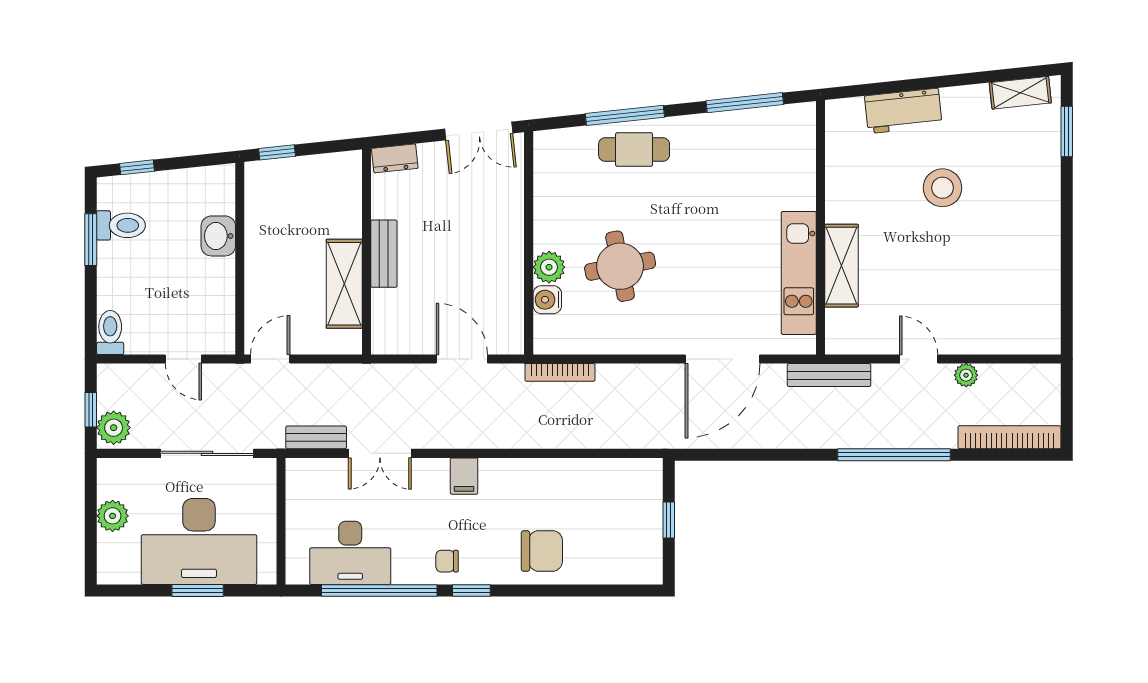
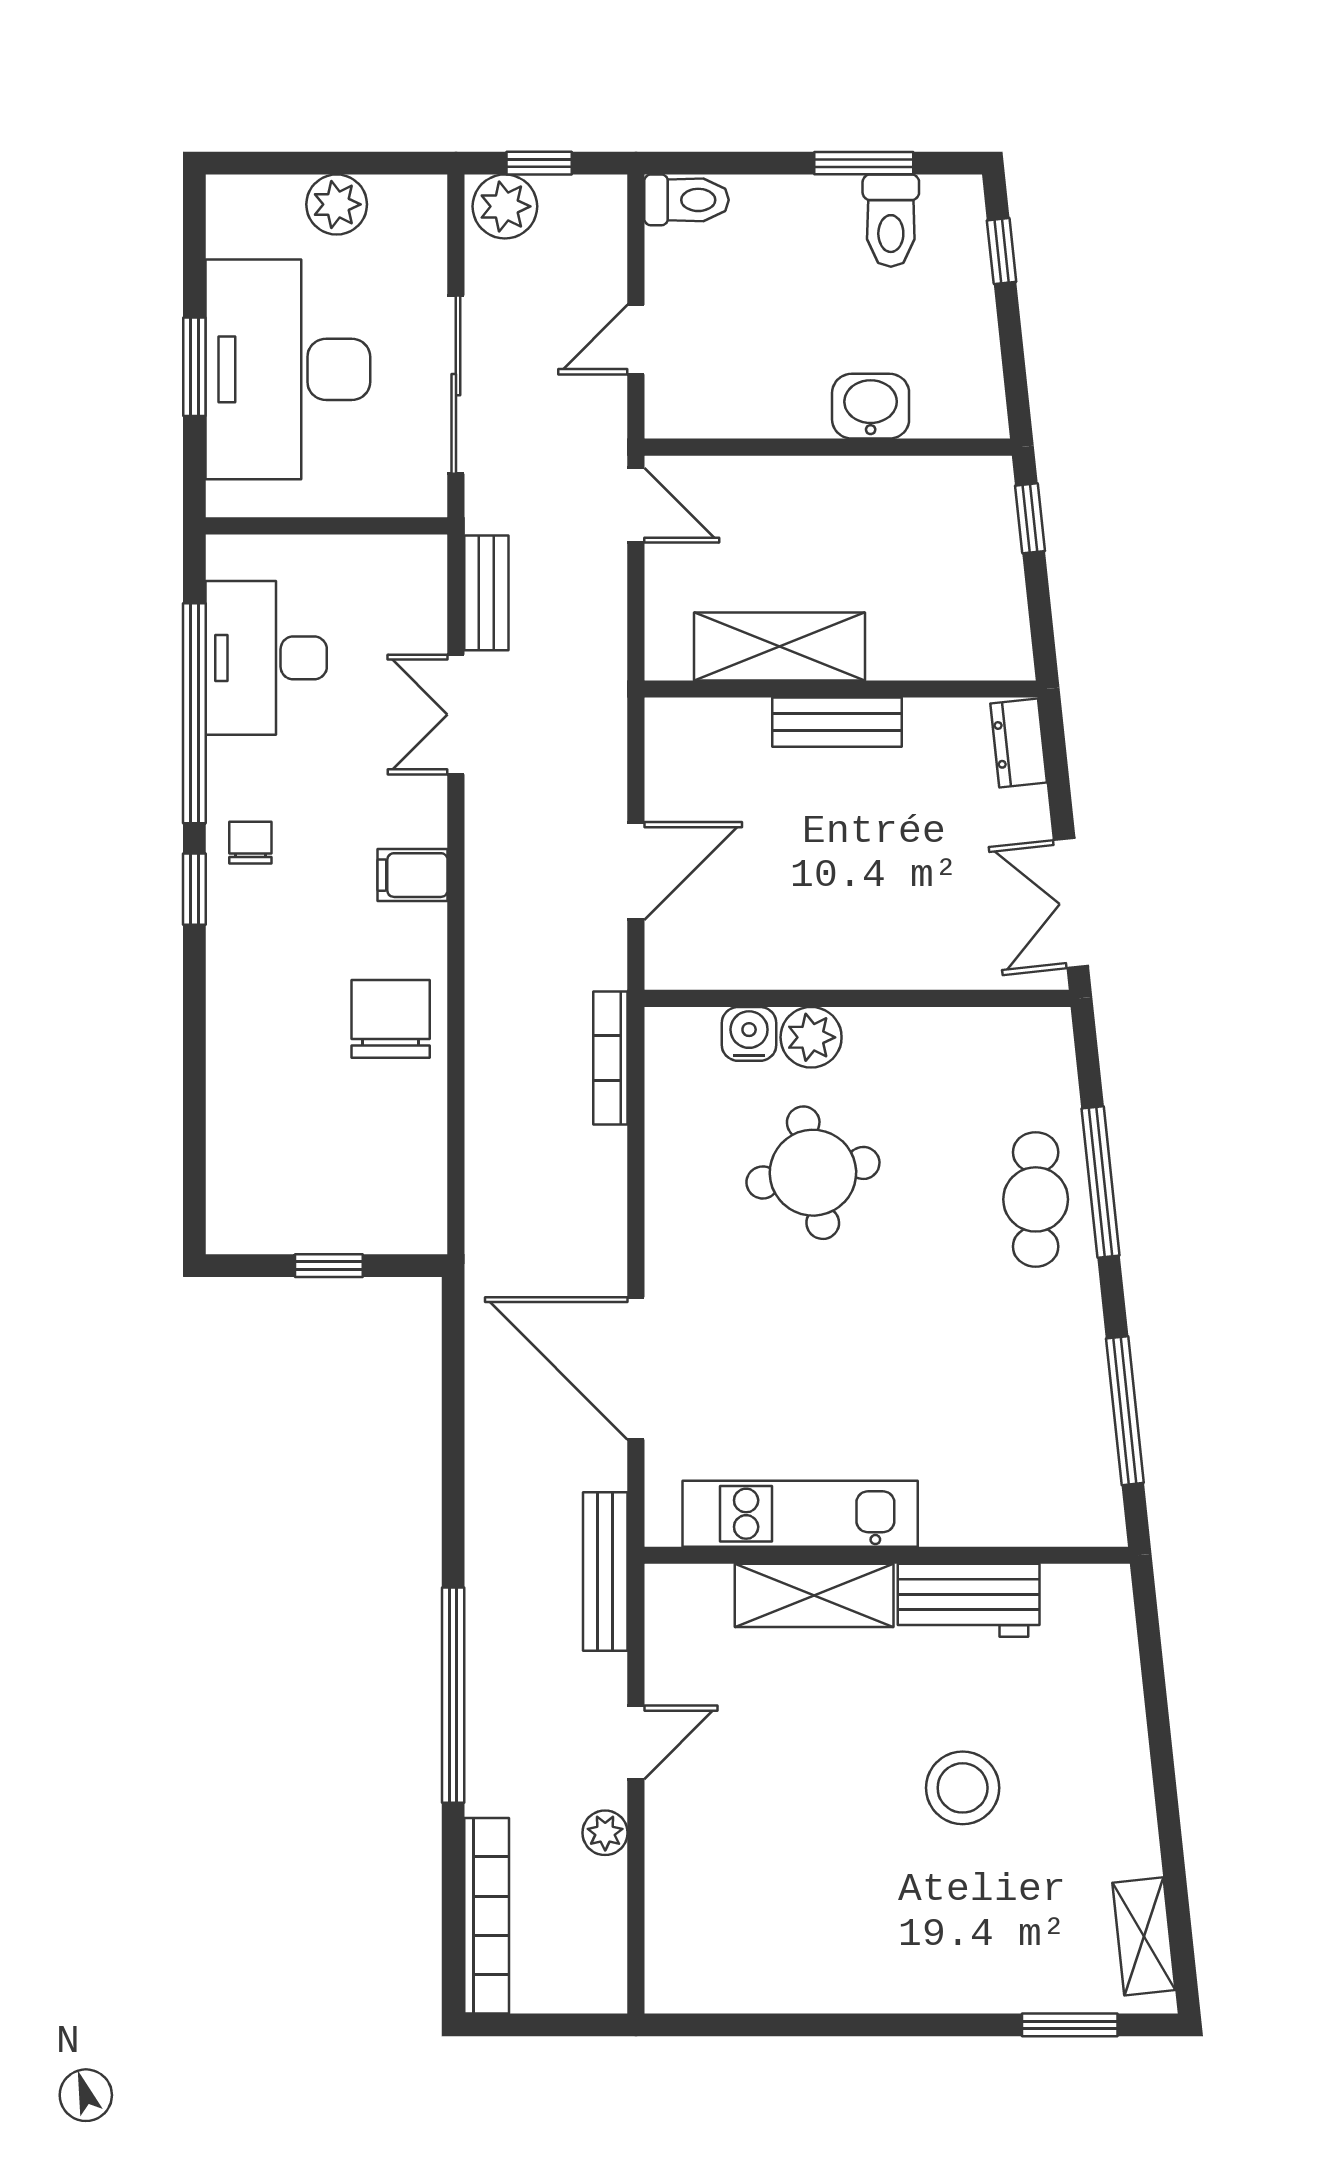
workbench: (903, 111) -> (969, 1600), moved, turned -84
chair: (542, 551) -> (391, 1019), moved, turned 180

